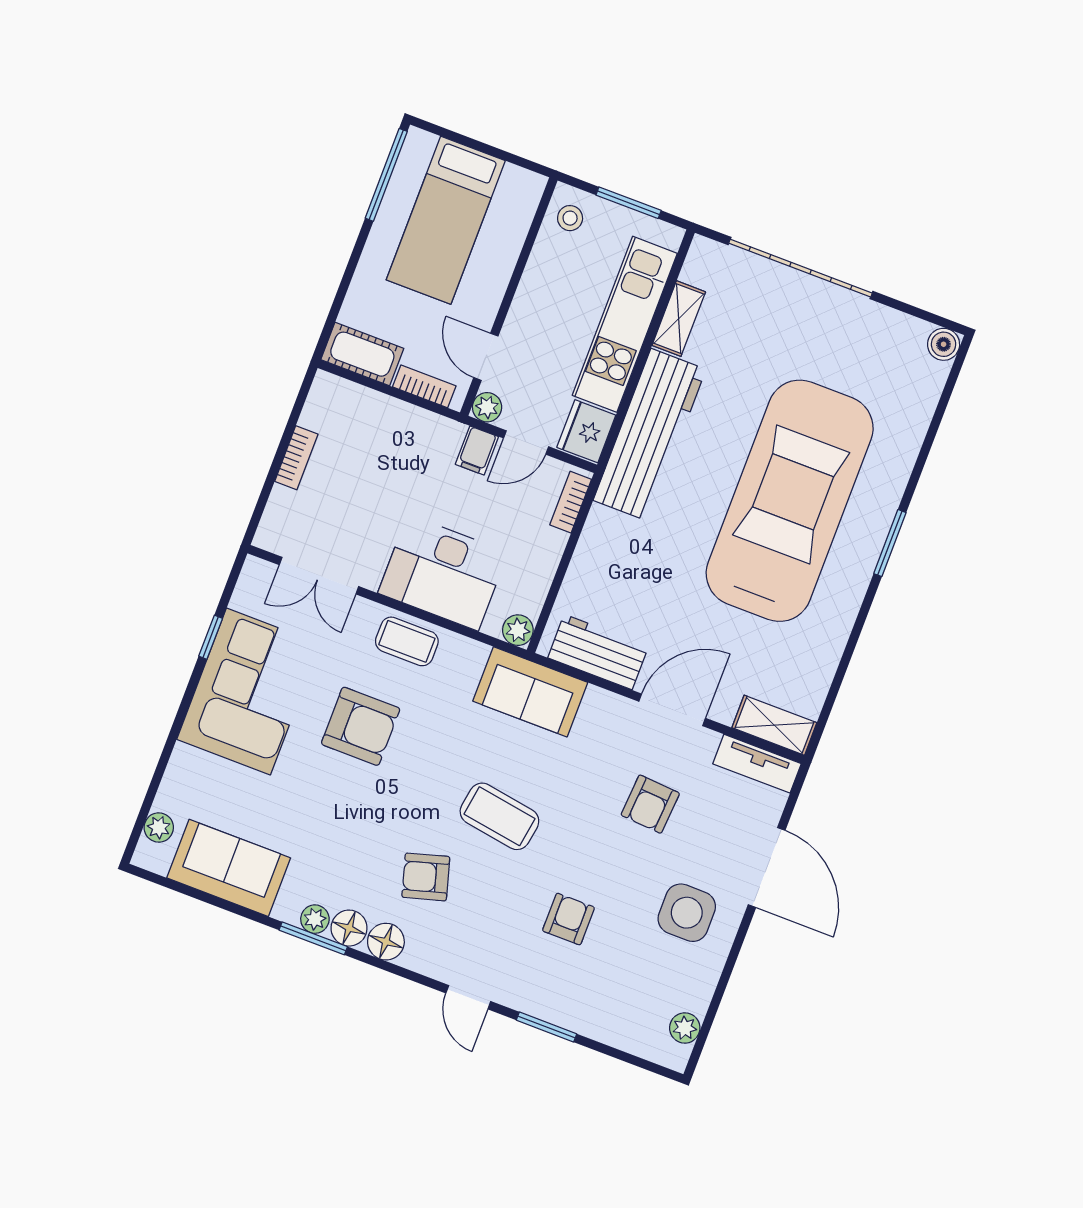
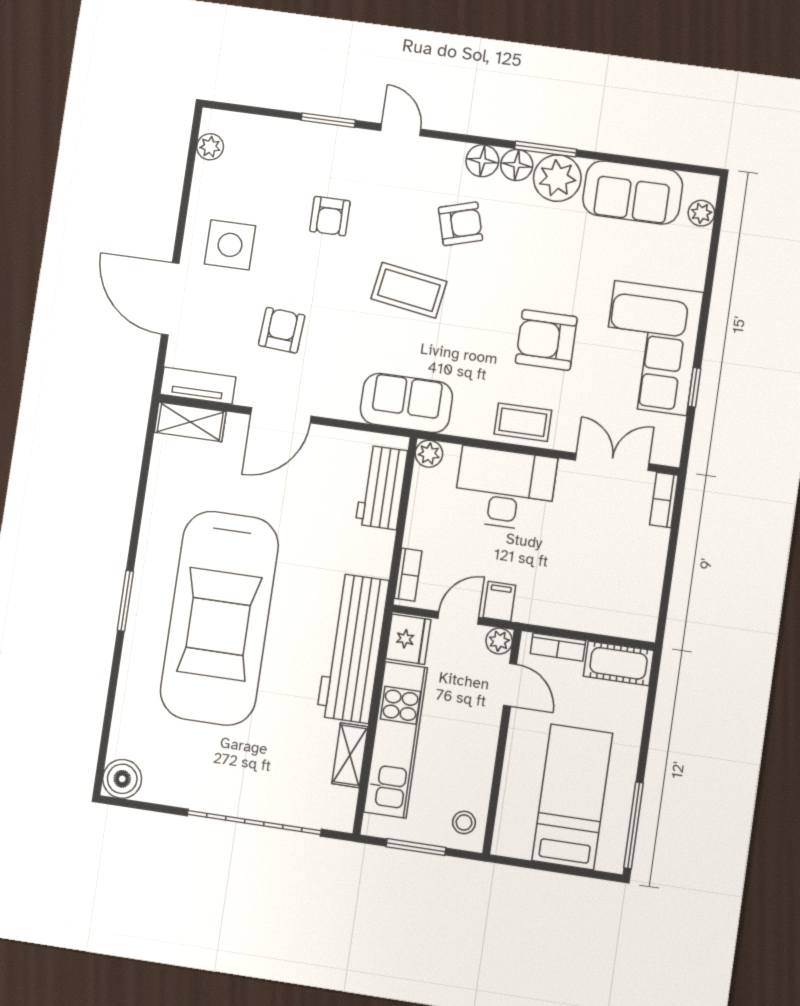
boiler: (944, 344) -> (122, 779), width x1.36, depth x1.36
bookcase: (296, 458) -> (664, 500), moved
workbench: (598, 652) -> (382, 487), moved, turned 90
plant: (315, 919) -> (557, 178), width x1.87, depth x1.87

